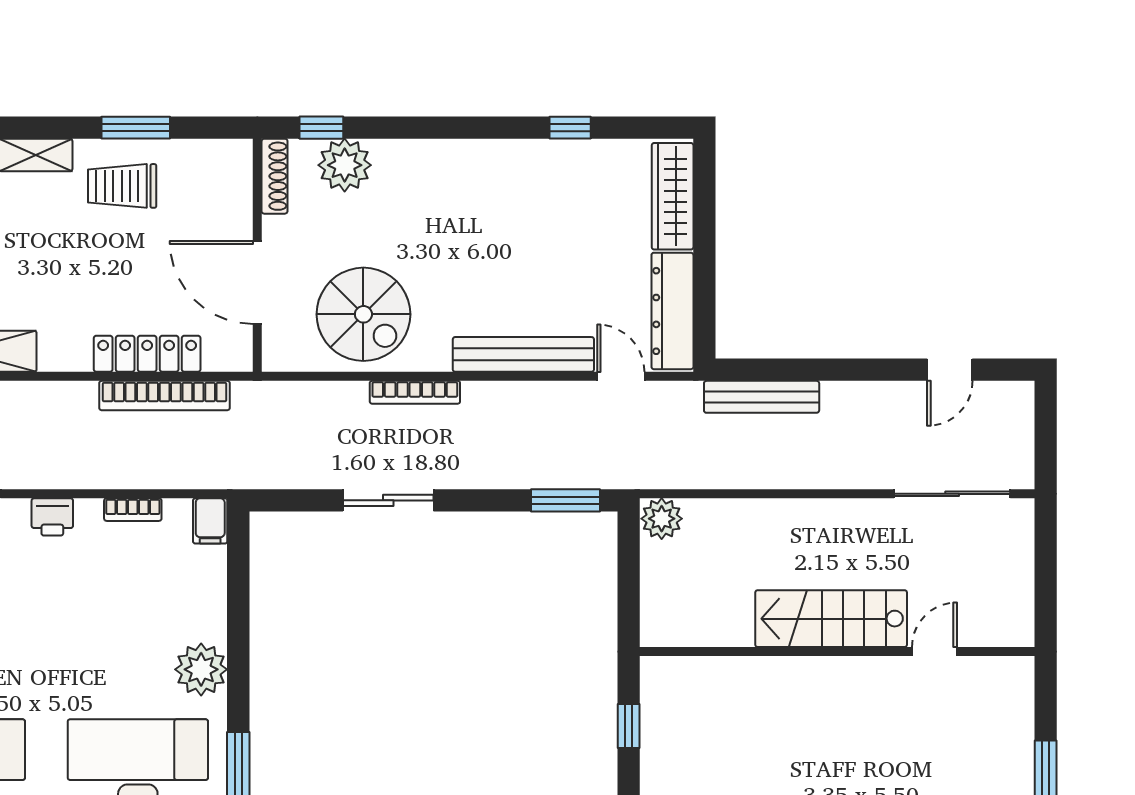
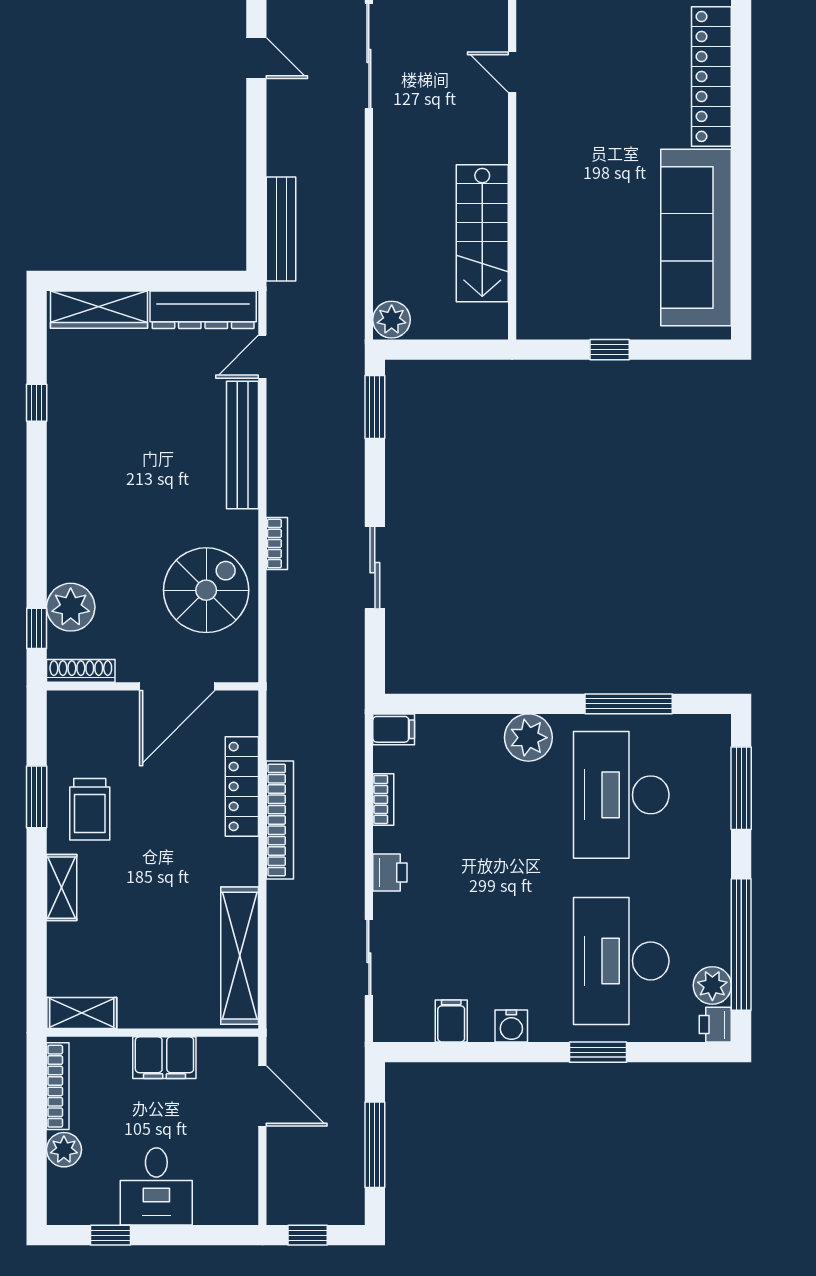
bookcase: (415, 392) -> (277, 544), width x0.64
bookcase: (165, 396) -> (280, 820), moved
stairs: (831, 619) -> (482, 233), moved
window: (629, 726) -> (610, 350), moved

